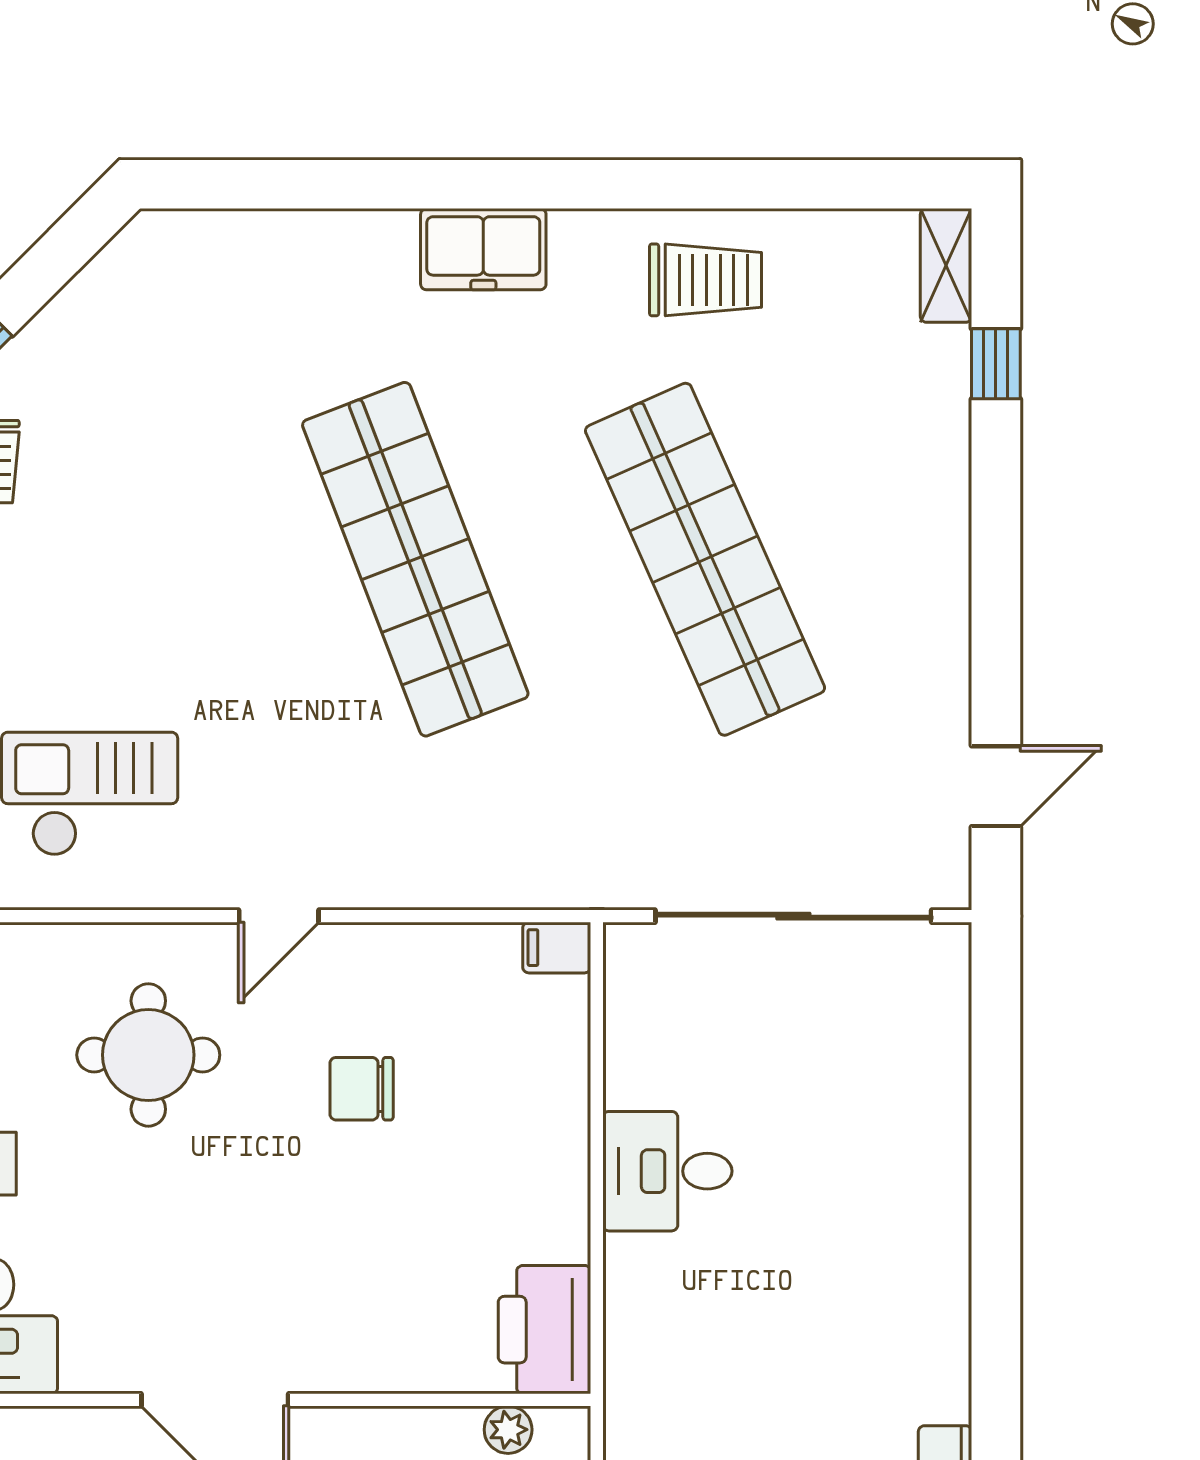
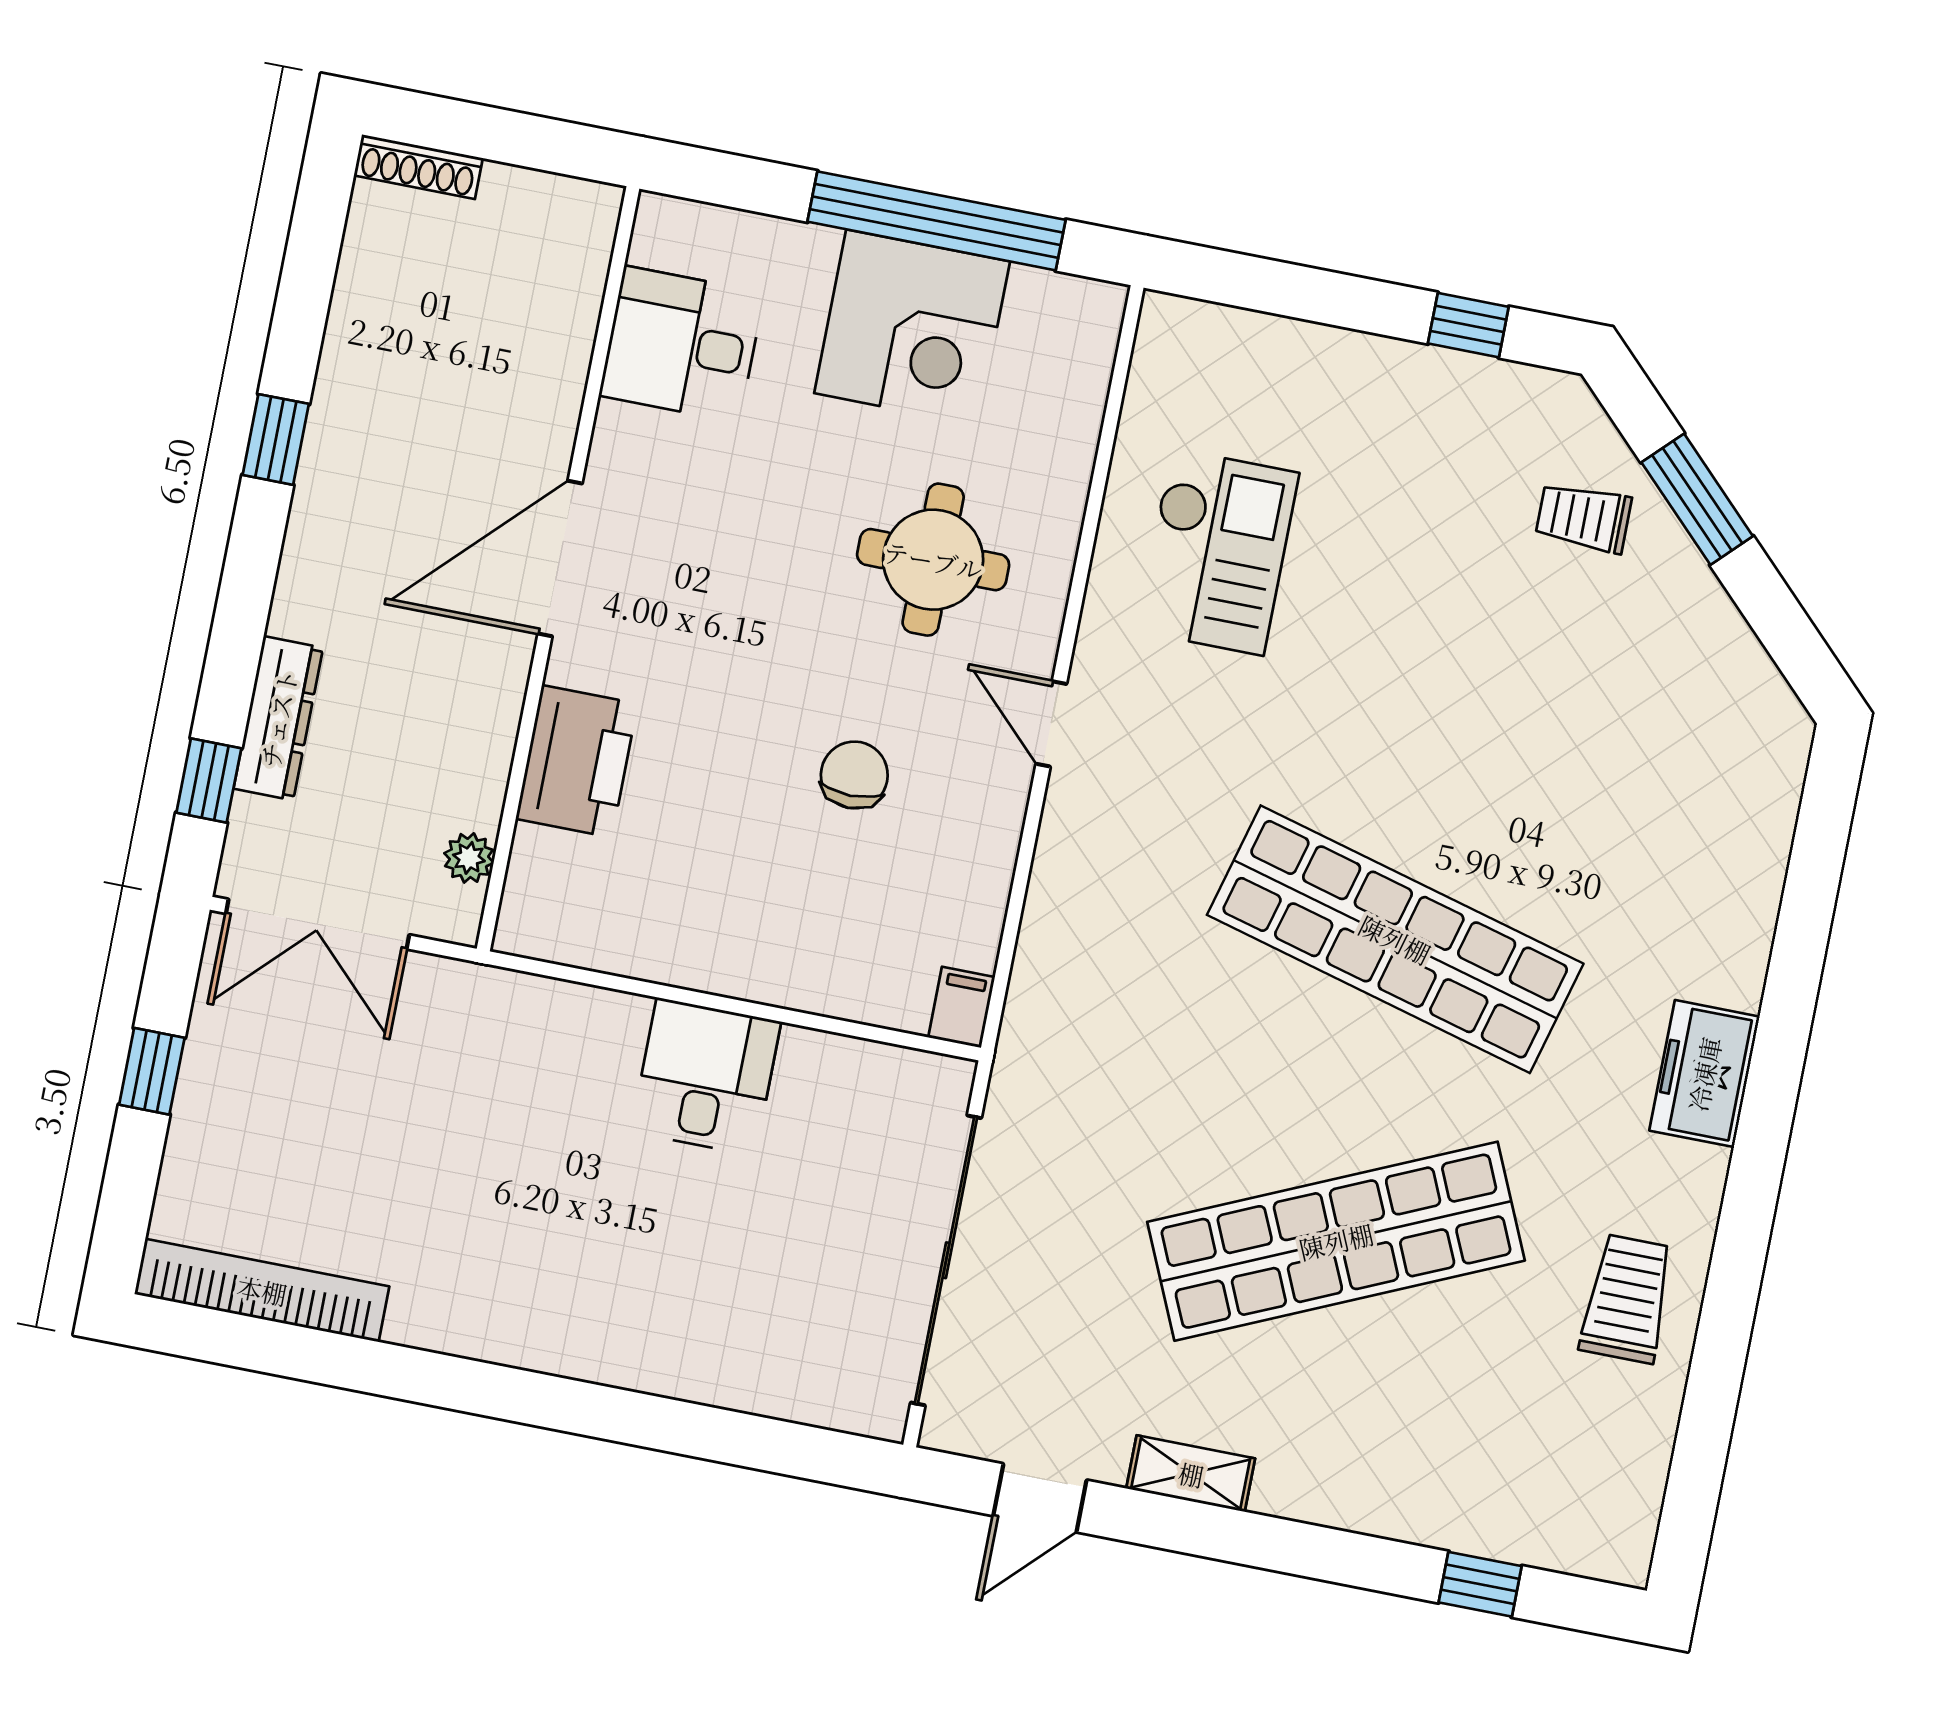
shelving: (946, 265) -> (1191, 1474), moved
trolley: (705, 280) -> (1627, 1299), turned 180
shop shelf: (415, 559) -> (1395, 939), turned 36
door: (996, 786) -> (1040, 1498), hinge flipped
printer: (545, 1330) -> (577, 761), moved, turned 90

